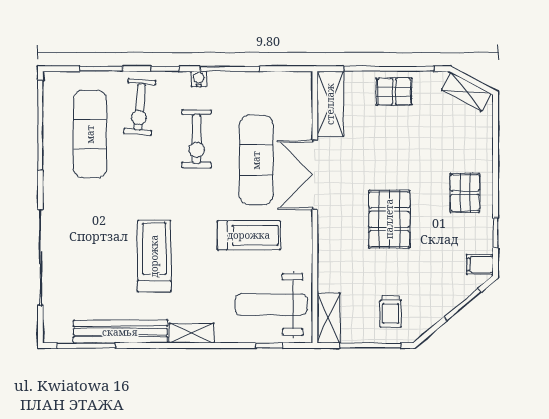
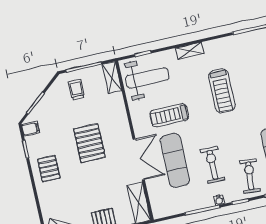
bench: (120, 332) -> (232, 42), removed

